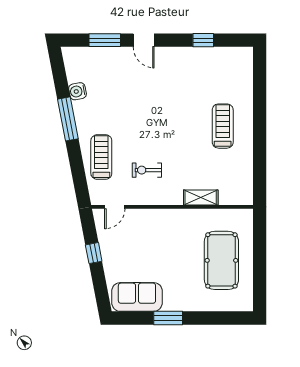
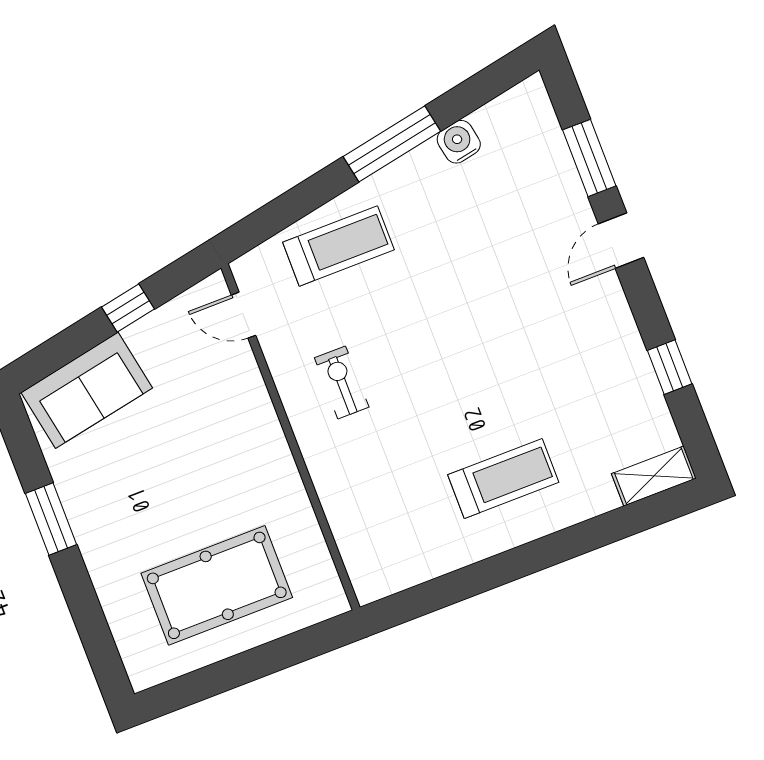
exercise bike: (147, 170) -> (342, 382), moved
shelving: (201, 198) -> (654, 476), moved, turned 90
sofa: (137, 297) -> (87, 390), moved, turned 79

